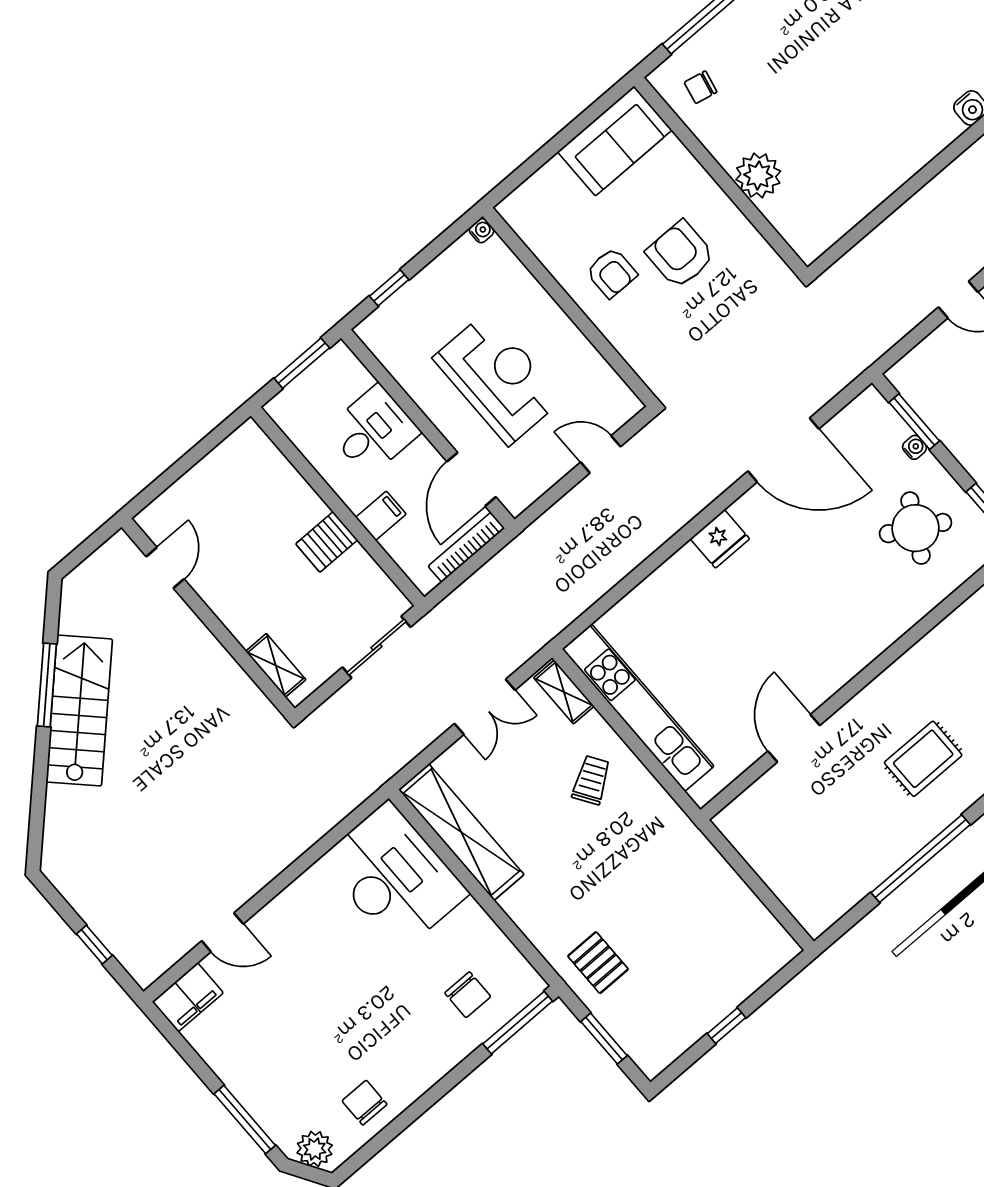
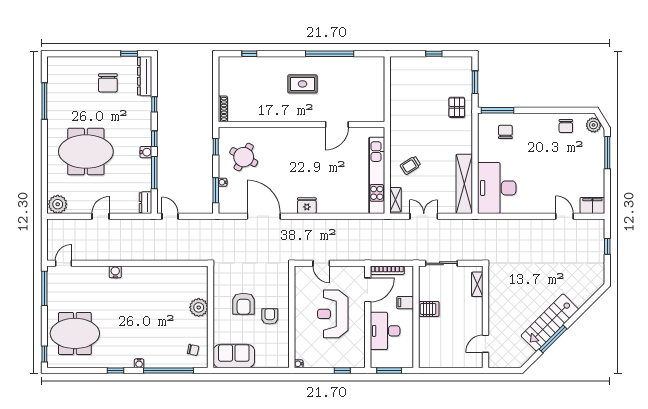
desk: (373, 431) -> (385, 331), width x1.37

